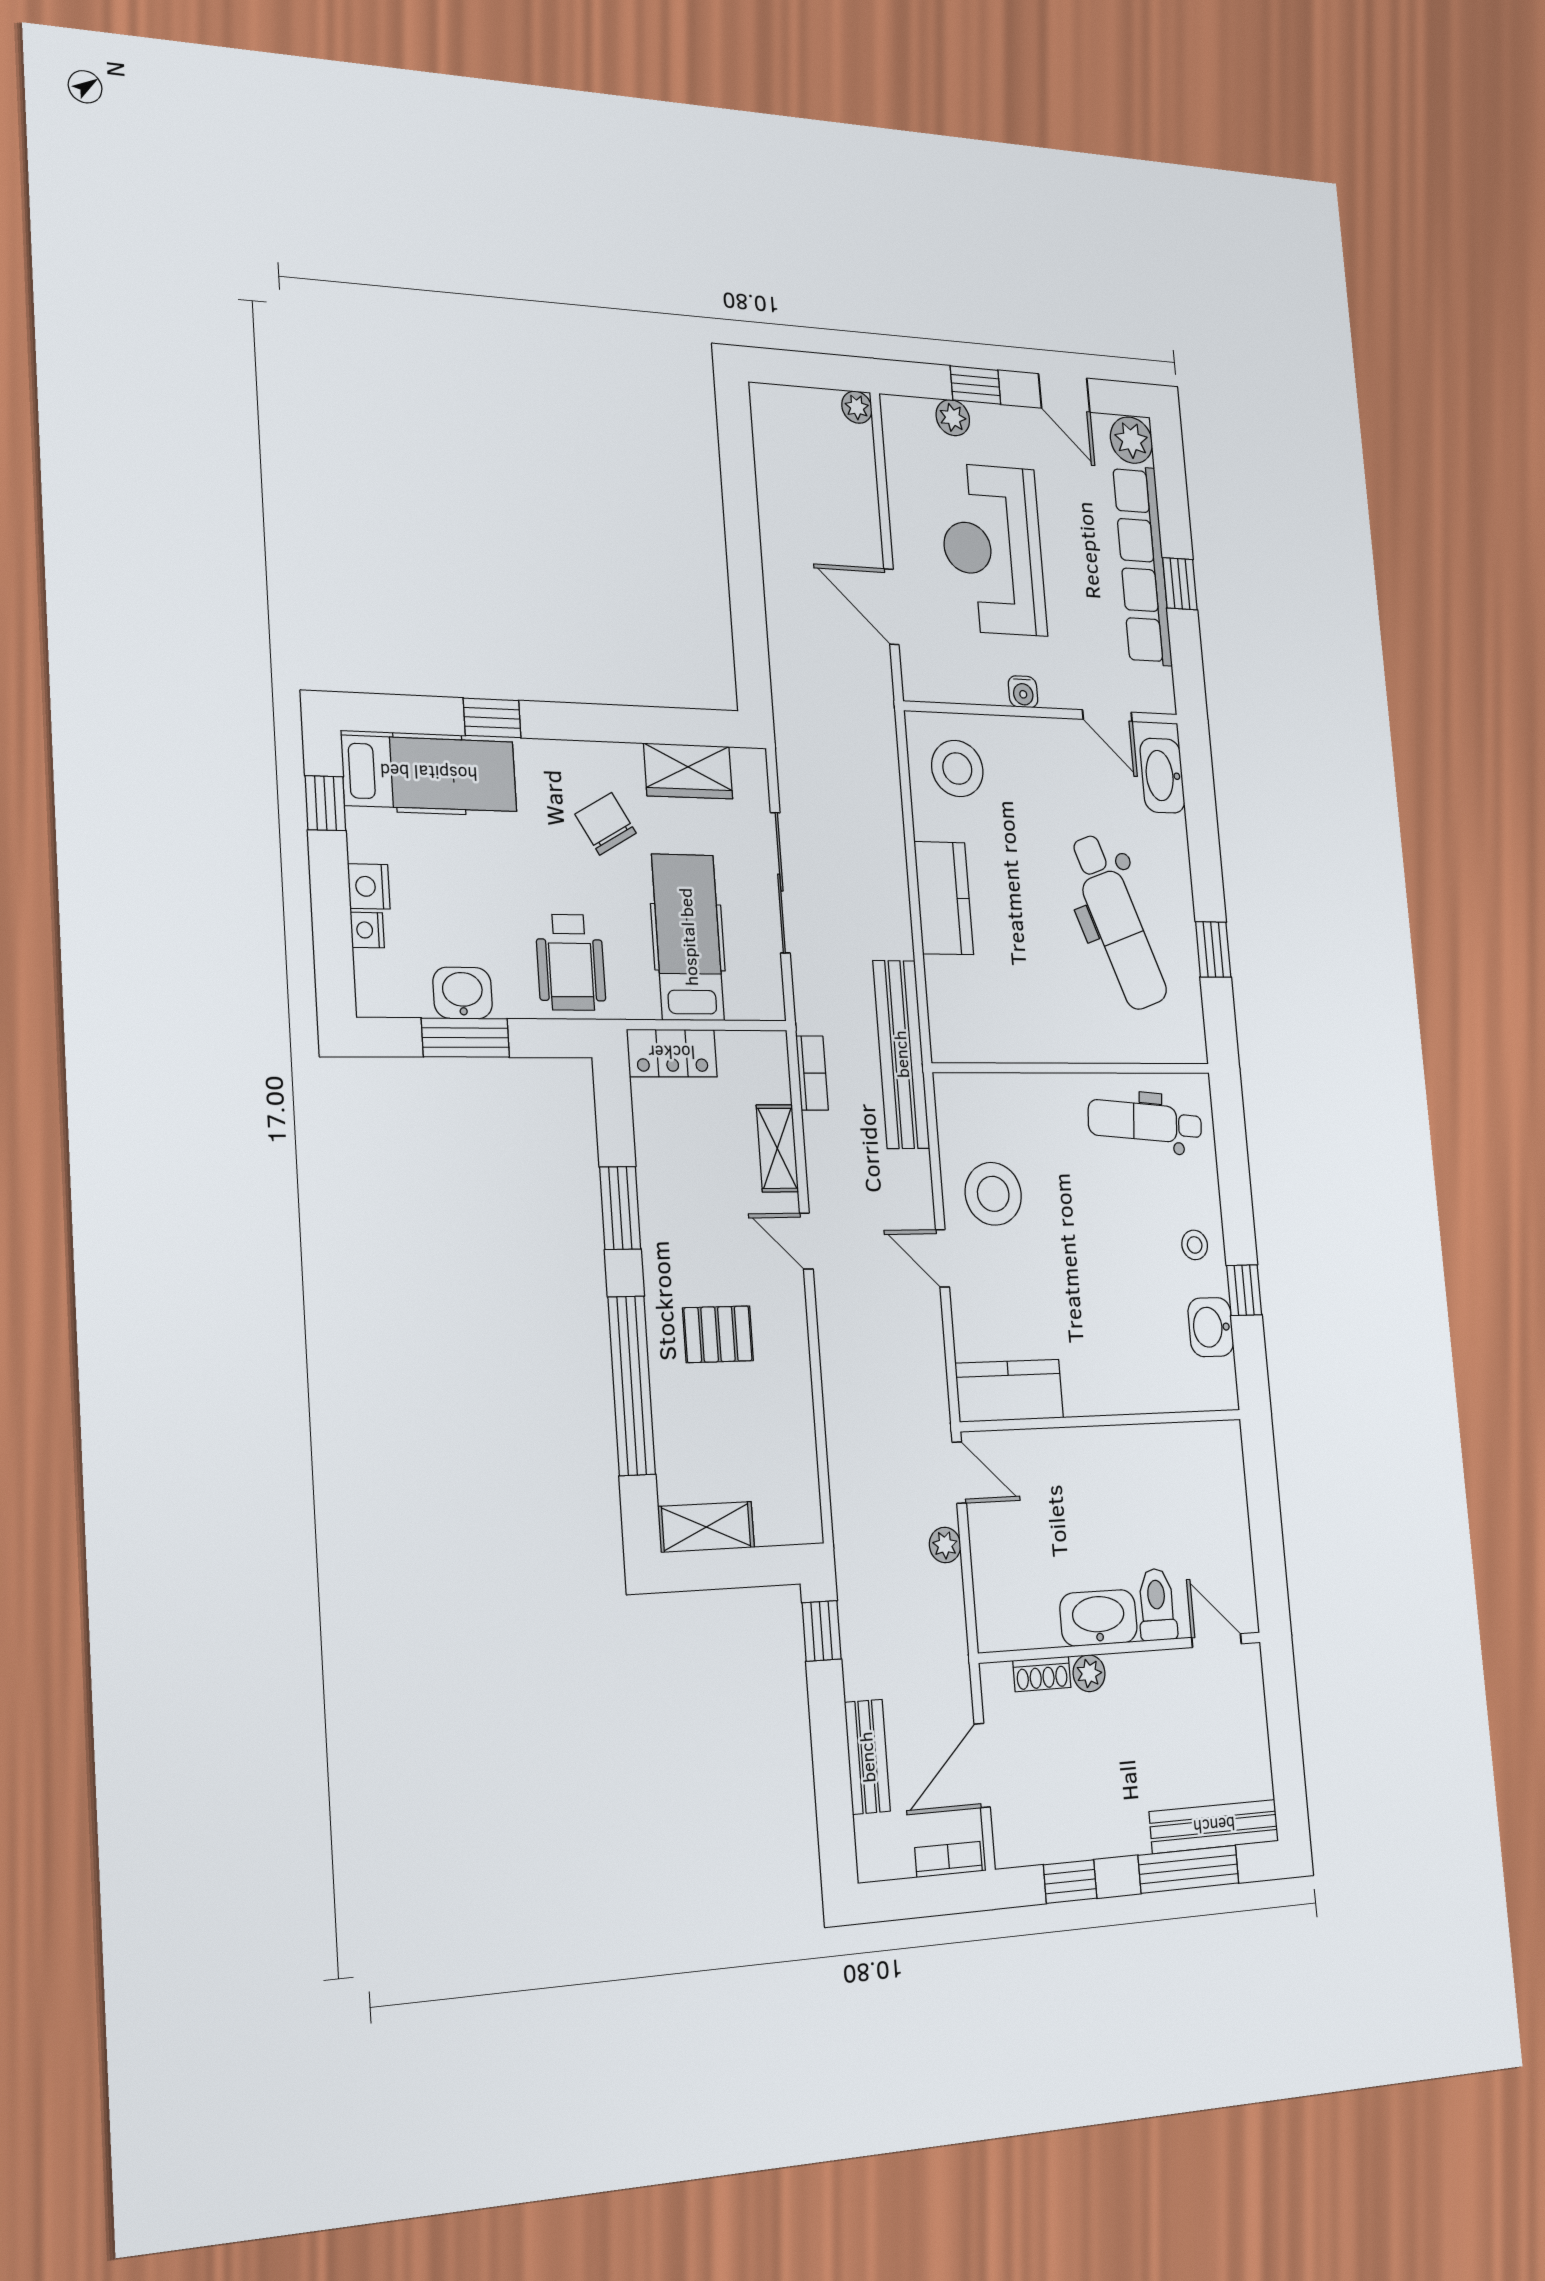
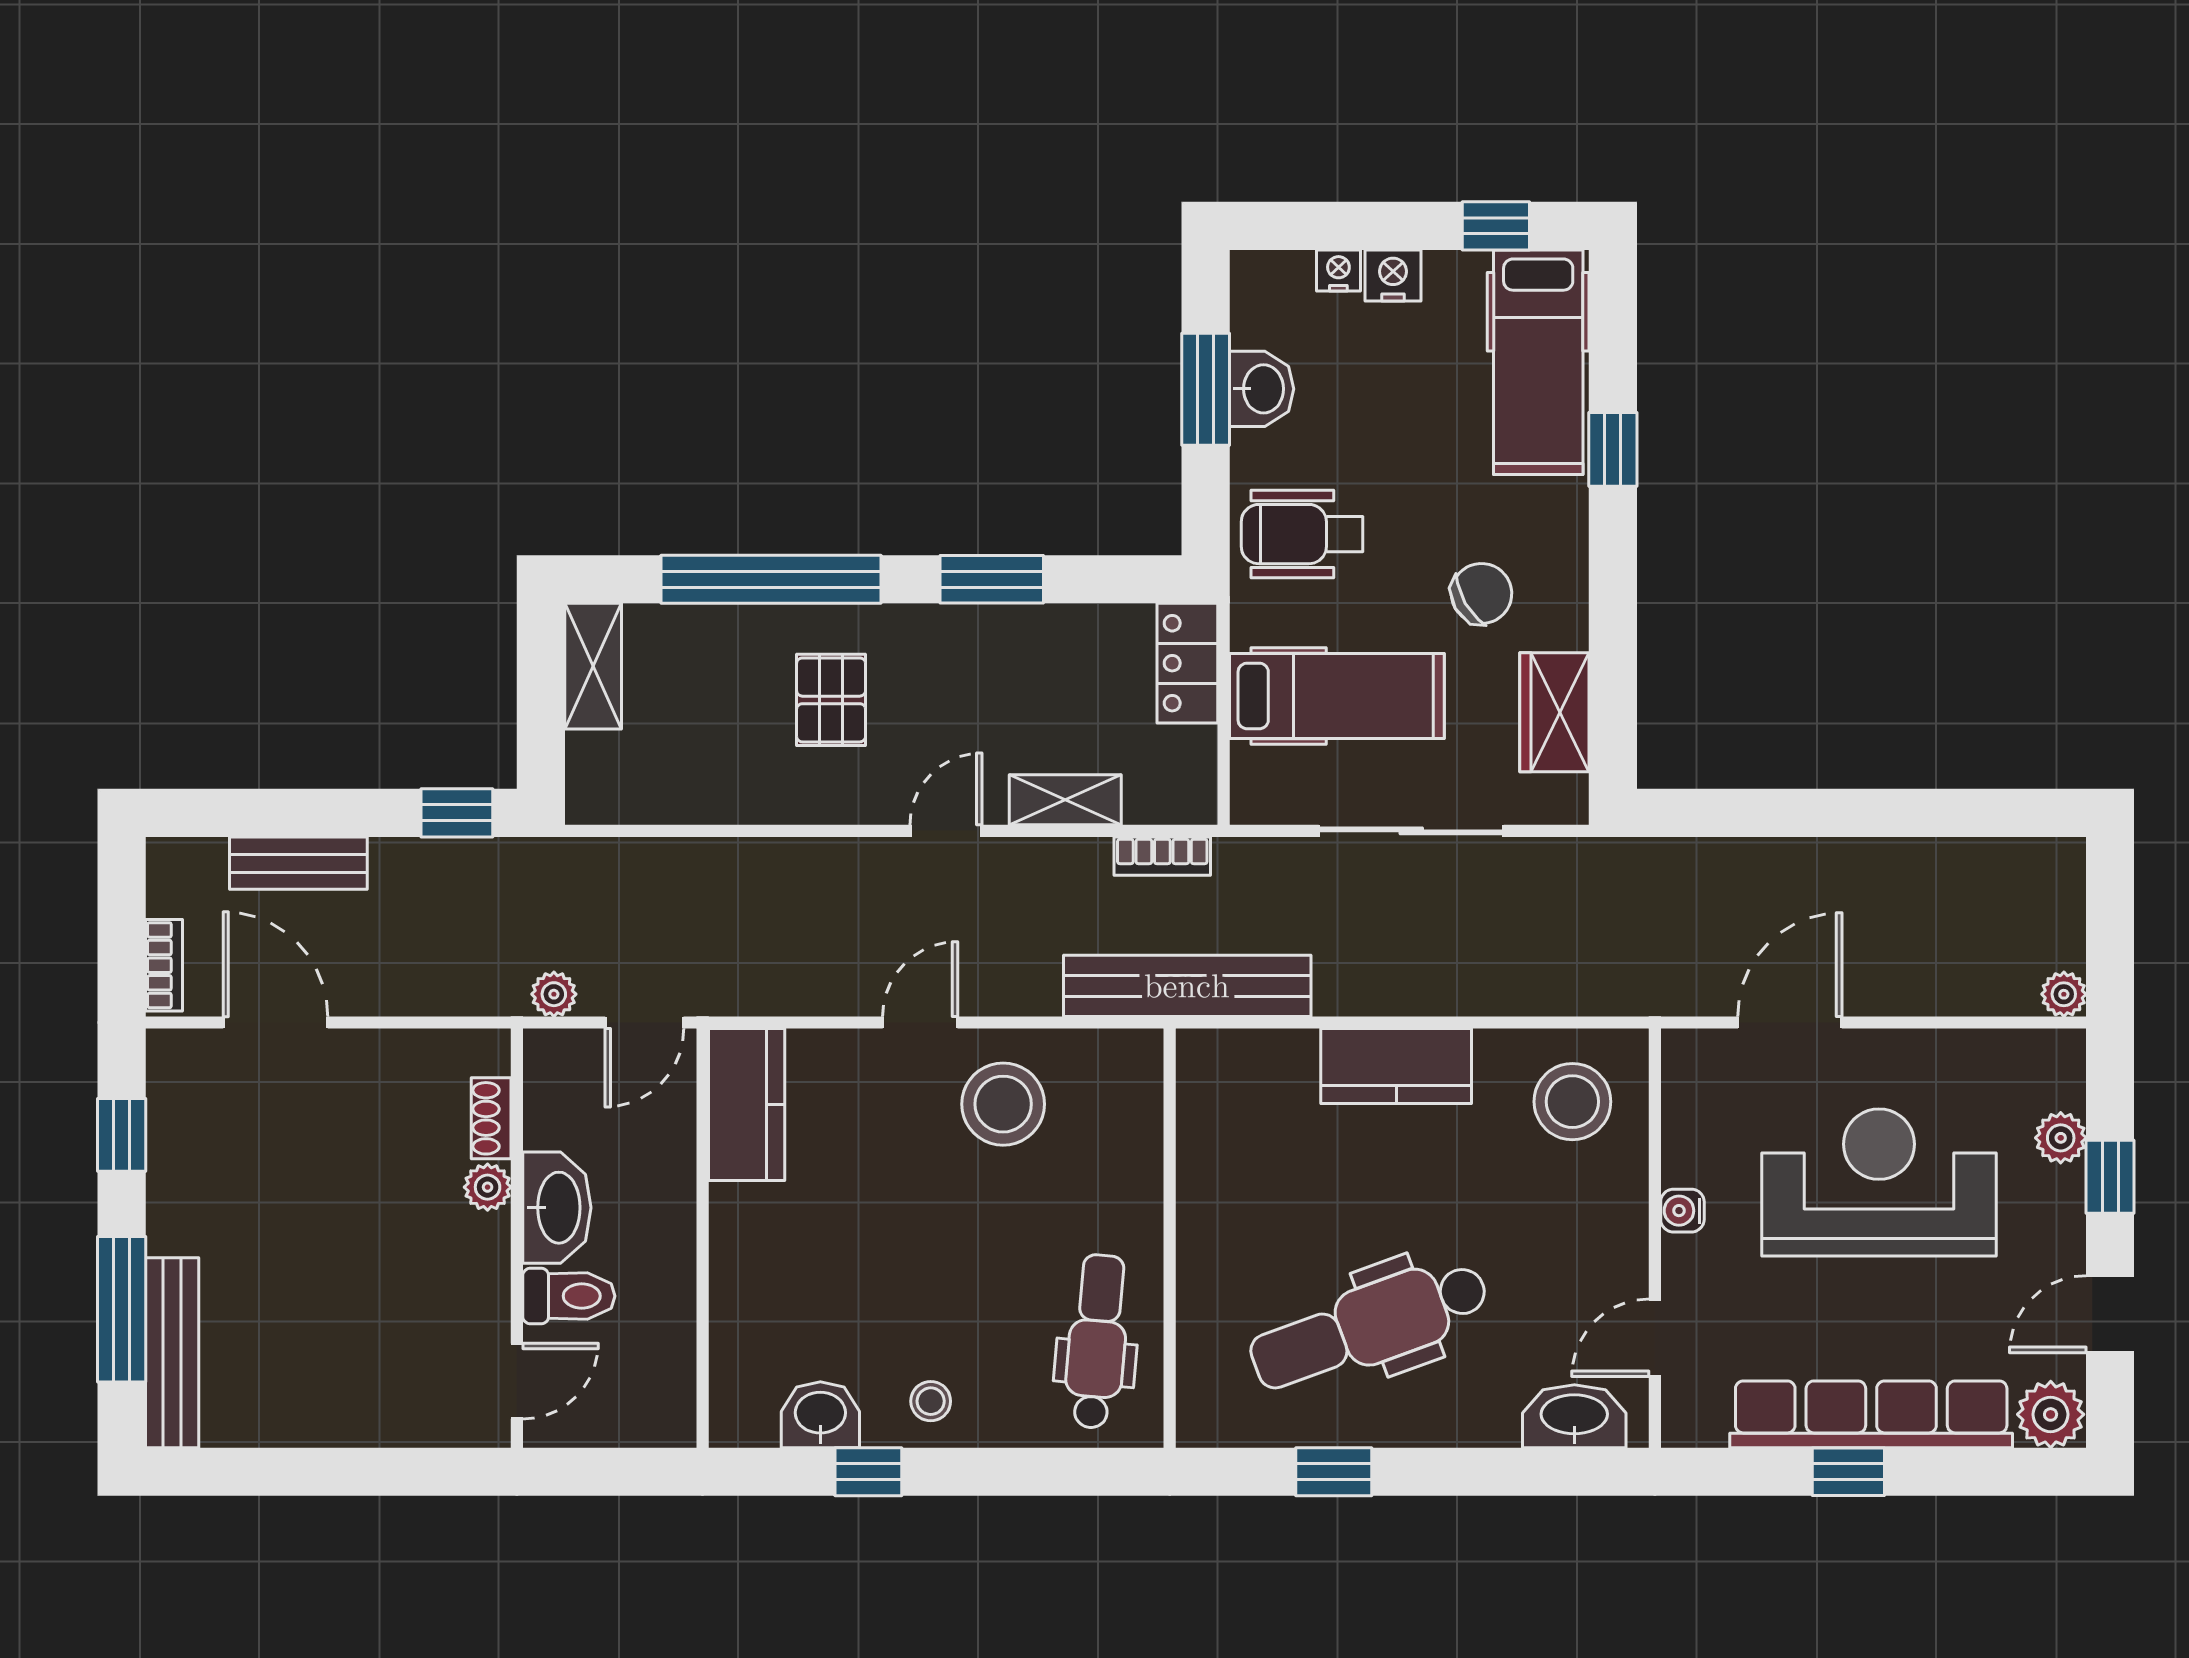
toilet: (1157, 1605) -> (569, 1296), moved
washbasin: (1098, 1618) -> (557, 1208), moved
door: (1217, 1641) -> (517, 1381), moved
wall: (1122, 1648) -> (517, 1238), moved
plant: (1089, 1673) -> (488, 1187), moved
shoe rack: (1042, 1674) -> (491, 1118), moved

